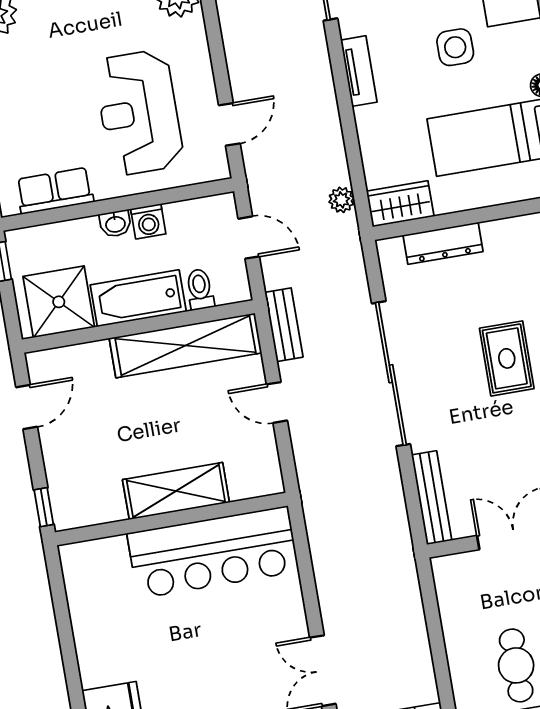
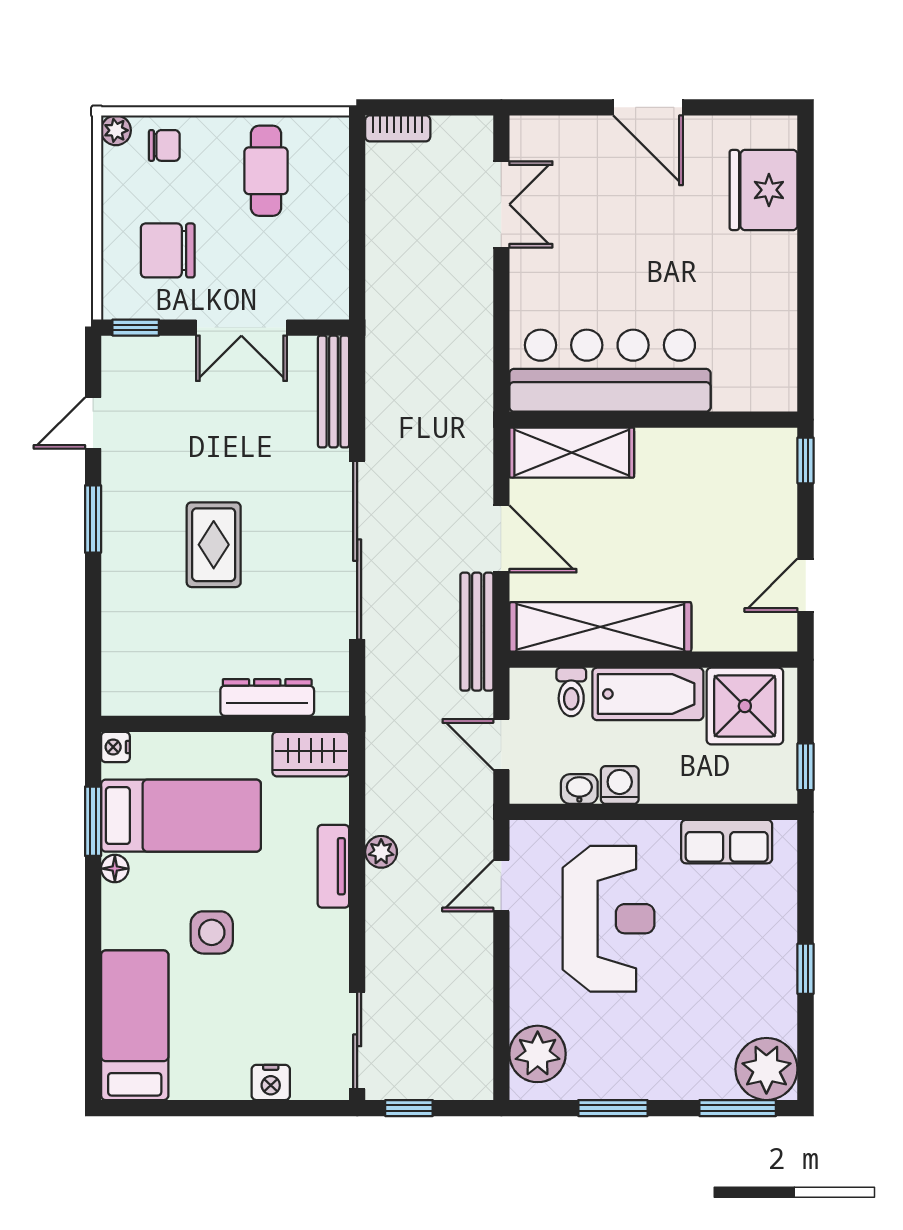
tv unit: (359, 71) -> (333, 866), moved
plant: (342, 200) -> (381, 852), moved
washbasin: (115, 224) -> (579, 789), moved
bench: (284, 325) -> (477, 632), width x1.36
door: (277, 402) -> (501, 539), width x1.38
shelving: (176, 491) -> (572, 453), moved

